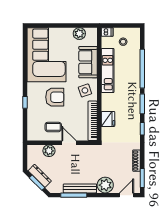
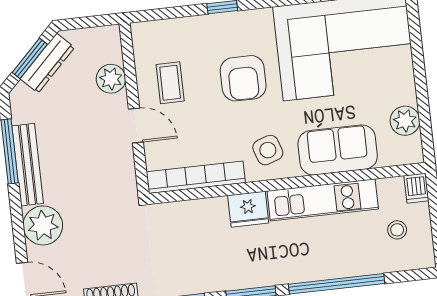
fridge: (108, 119) -> (248, 209), moved
door: (69, 143) -> (136, 126), hinge flipped

